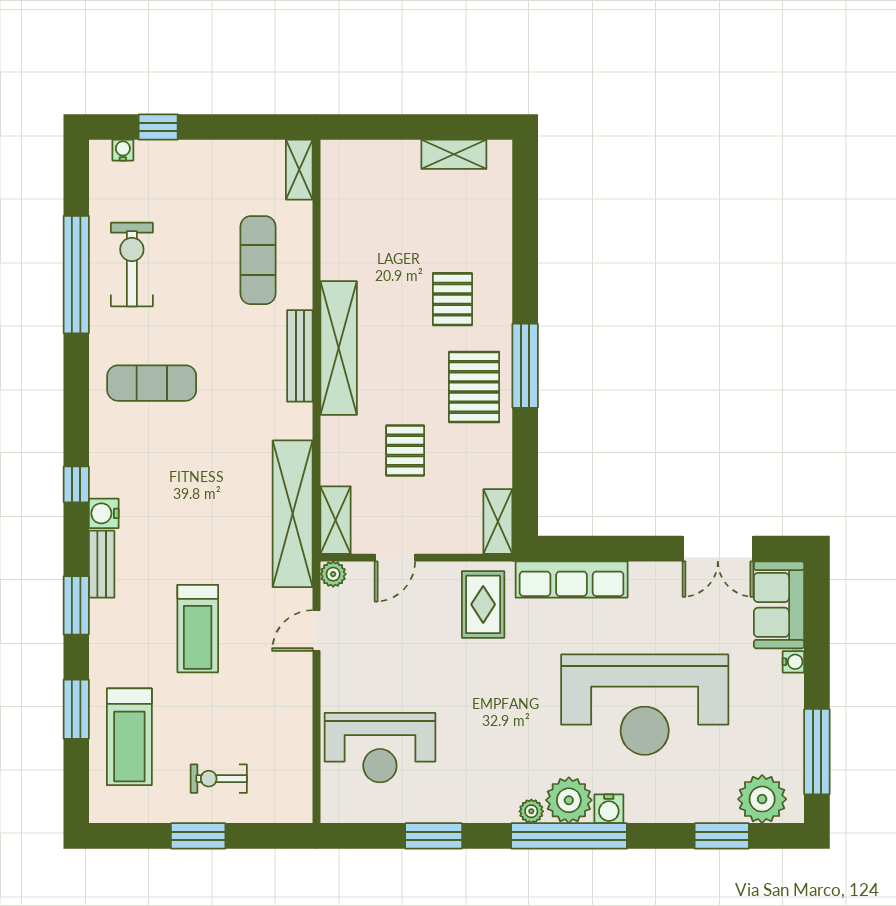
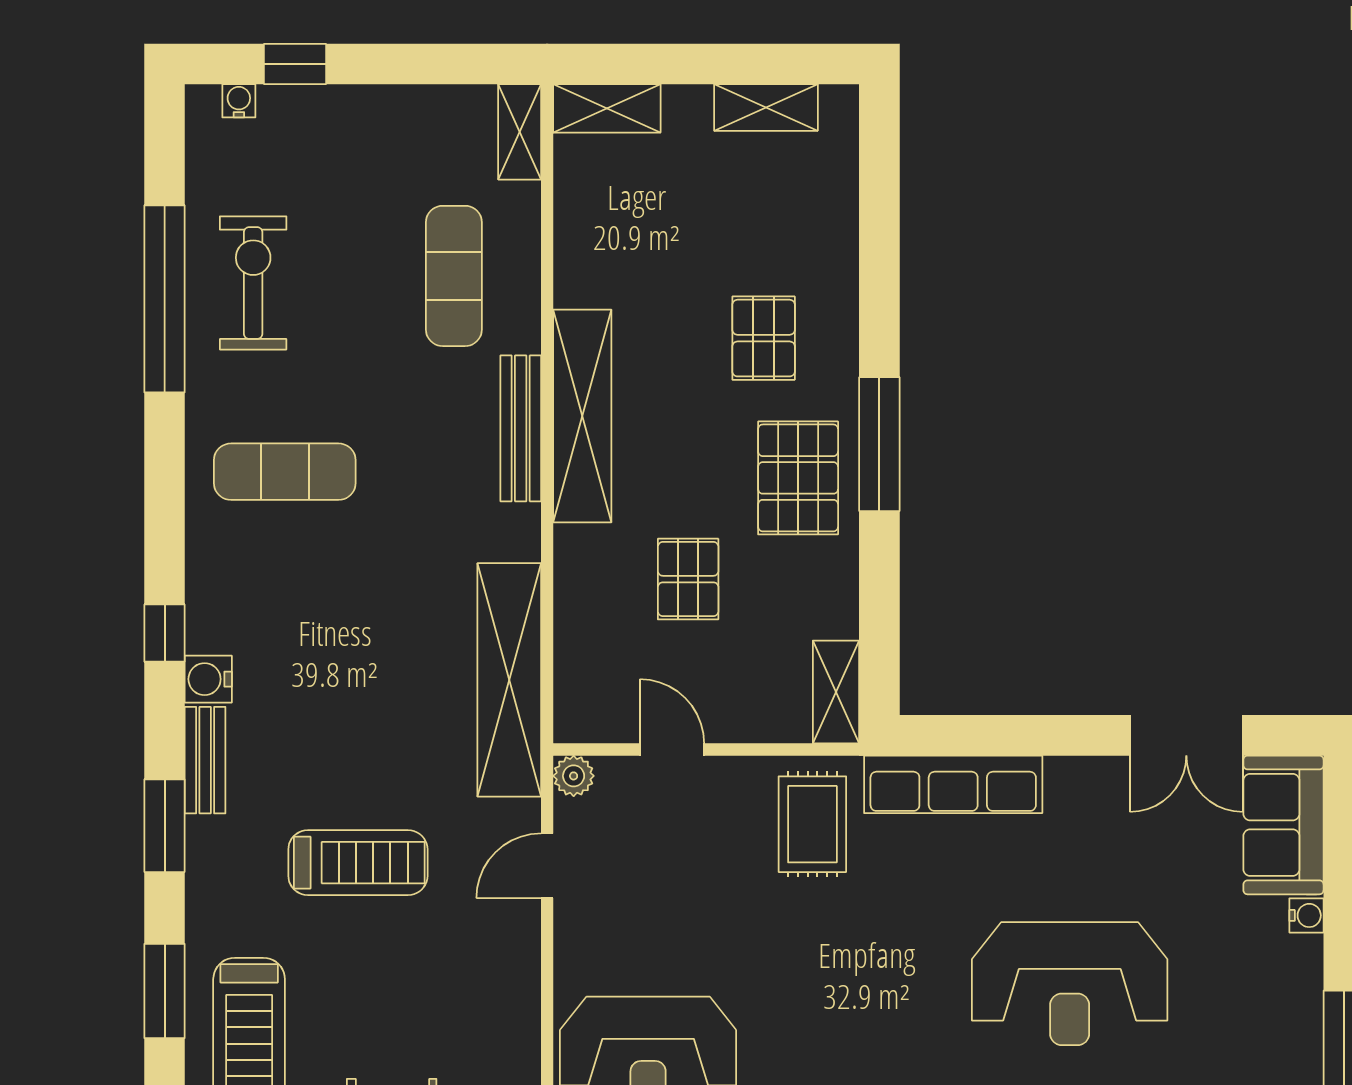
shelving: (336, 520) -> (607, 108), moved, turned 90
door: (395, 558) -> (672, 750), swing flipped
treadmill: (198, 629) -> (358, 863), turned -90
reception desk: (645, 705) -> (1070, 984), width x0.74, depth x0.77

